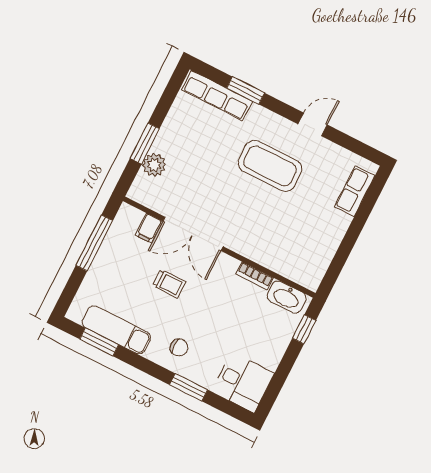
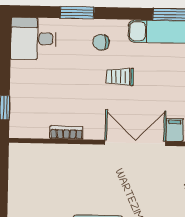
trolley: (169, 284) -> (120, 77), moved
washbasin: (287, 297) -> (31, 128), removed

